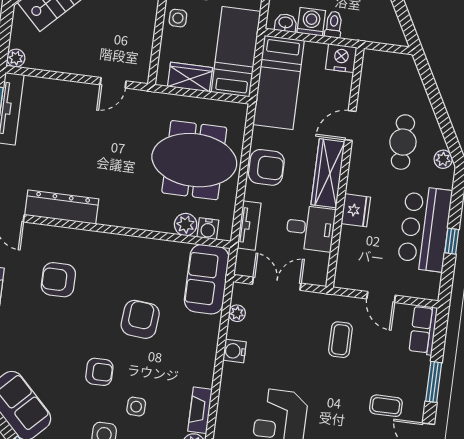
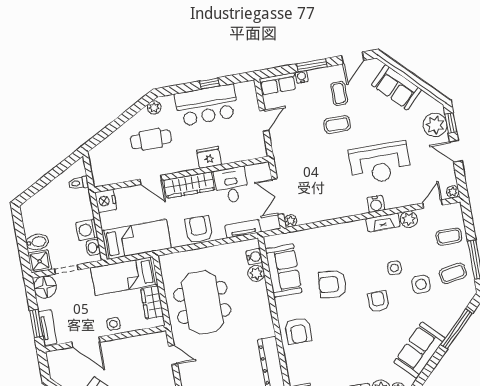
toilet: (334, 24) -> (78, 183), moved
meeting table: (194, 160) -> (202, 302), moved
sofa: (207, 279) -> (283, 271), moved, turned -90
armchair: (58, 280) -> (298, 331), moved
plant: (237, 313) -> (291, 221), moved
coffee table: (340, 340) -> (337, 125), moved
water cooler: (234, 351) -> (376, 204), moved
water cooler: (423, 364) -> (302, 77), added

